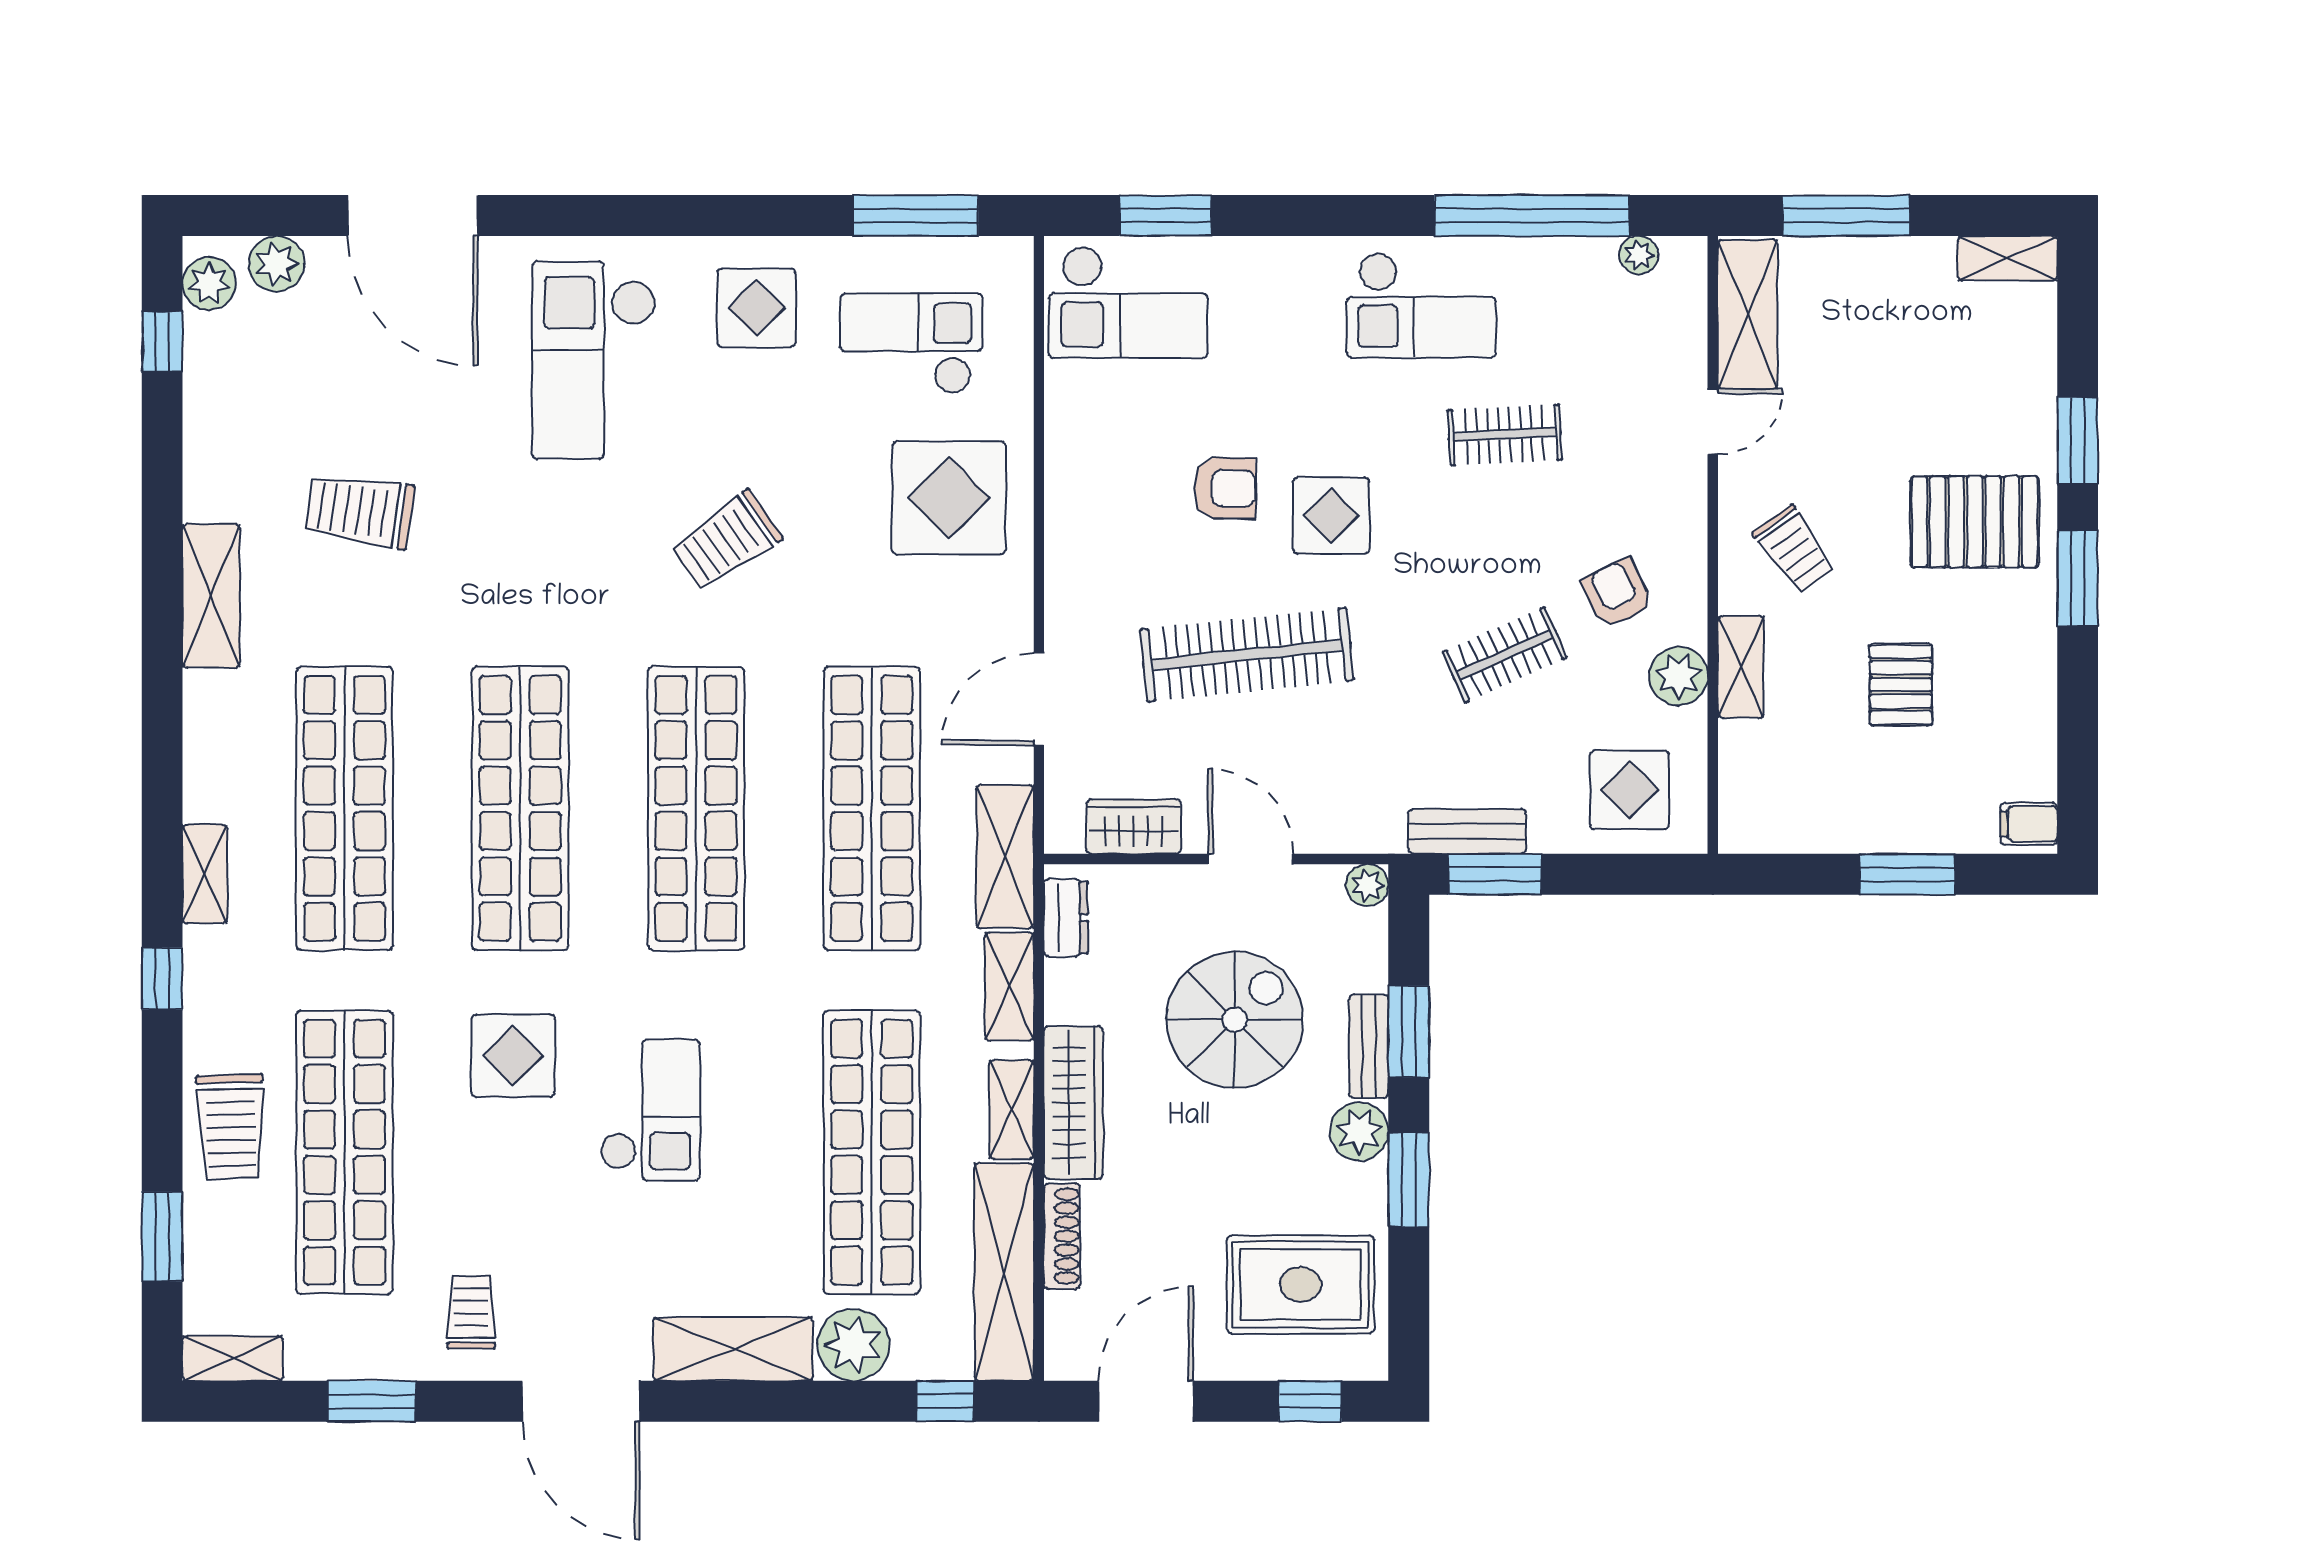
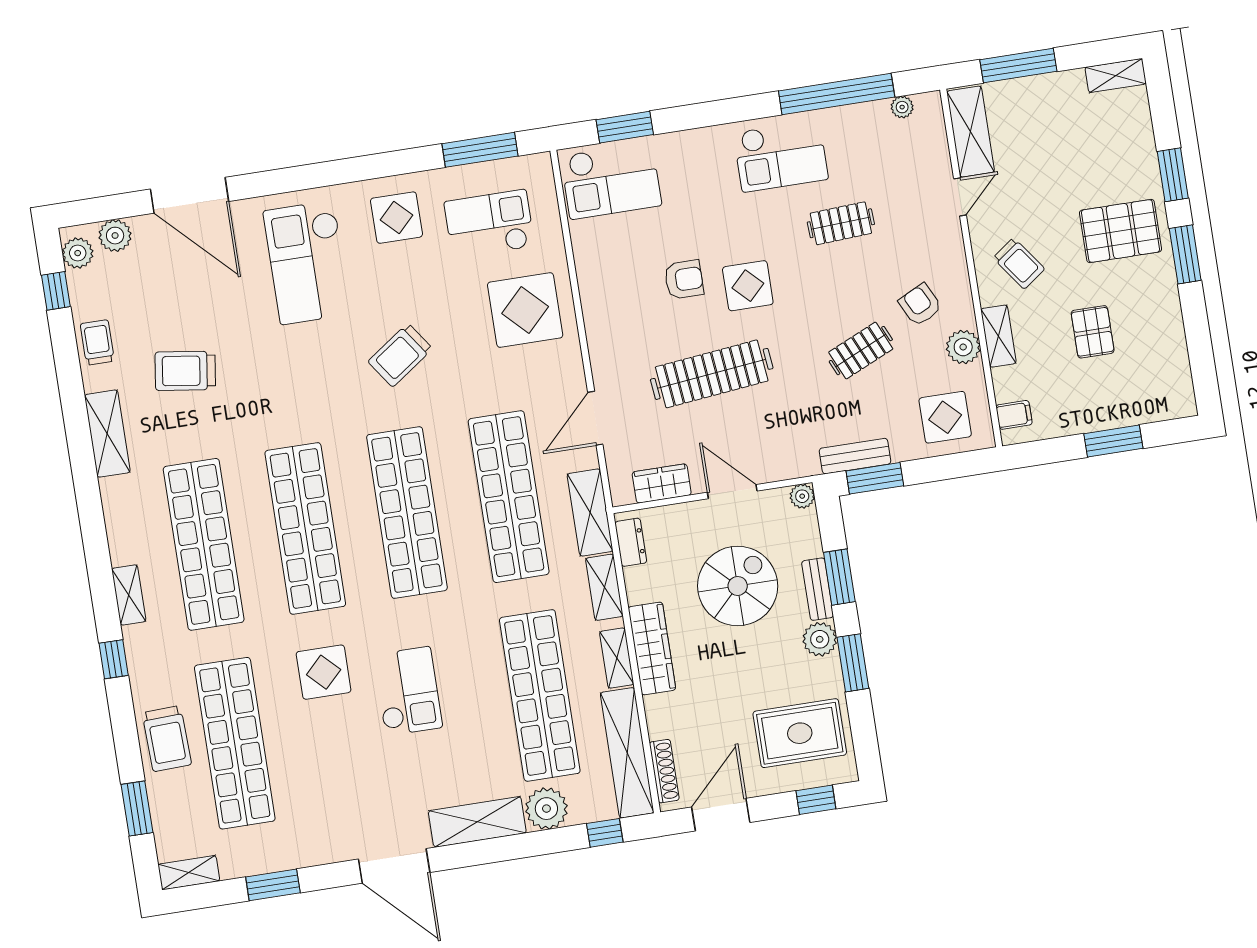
filing cabinet: (2029, 824) -> (1014, 415), moved, turned 180
shoe rack: (1062, 1236) -> (664, 771), moved
trolley: (471, 1312) -> (97, 342), moved

